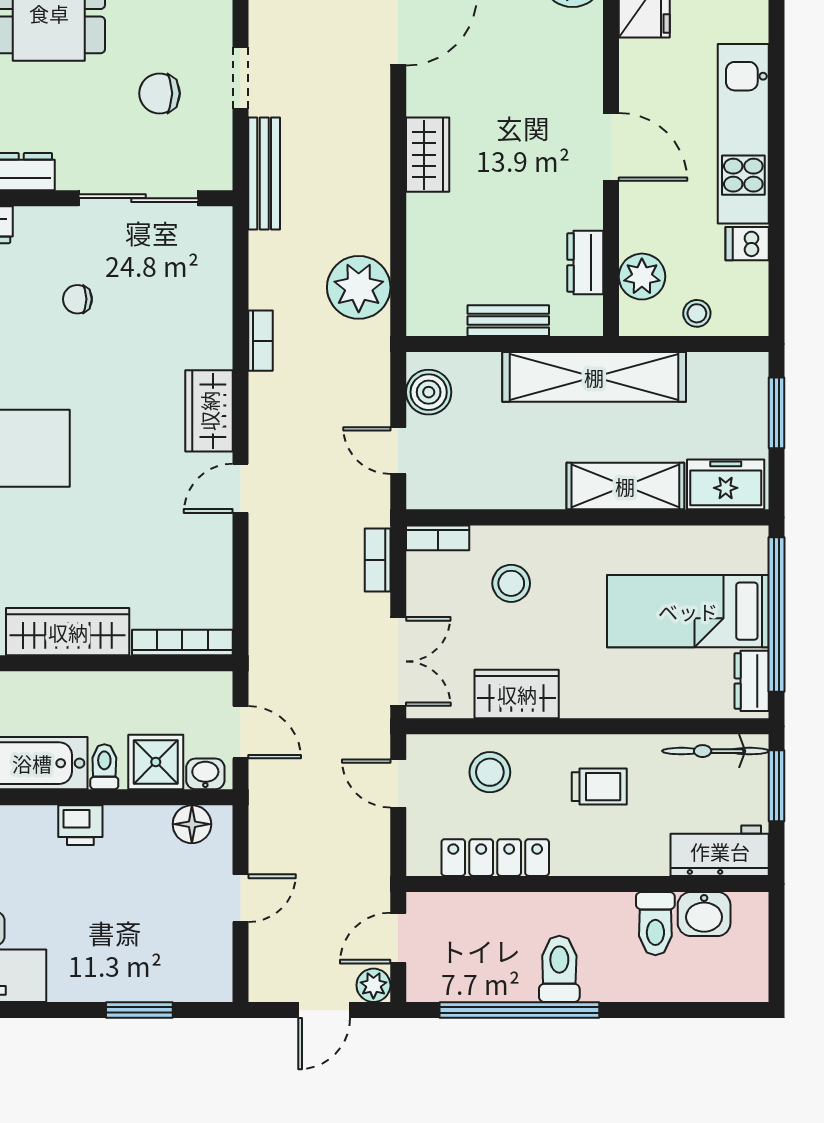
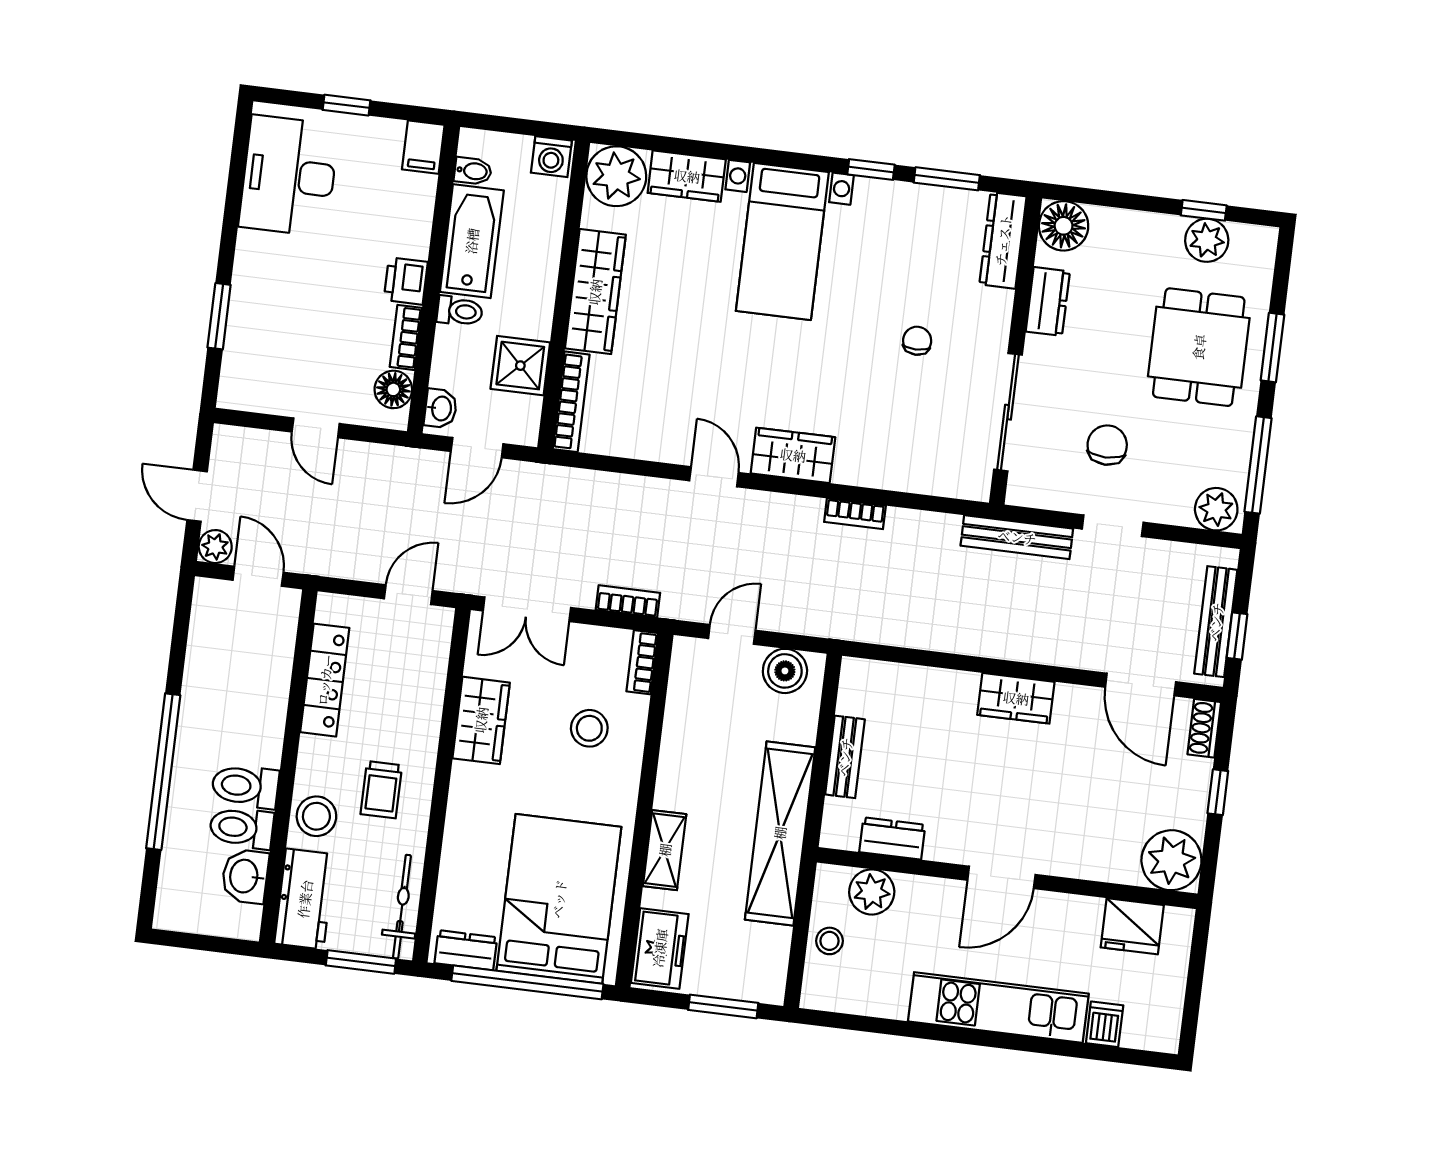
dishwasher: (747, 244) -> (1105, 1024), moved
plant: (359, 287) -> (895, 615), removed
shelving: (625, 486) -> (665, 850), width x0.67, depth x0.75
bed: (688, 611) -> (559, 899), width x1.50
shower: (156, 762) -> (520, 366), moved
stool: (490, 772) -> (316, 816), moved
bookcase: (138, 818) -> (406, 337), added
toilet: (559, 969) -> (245, 786), moved, turned 180
window: (519, 1010) -> (163, 772), moved

